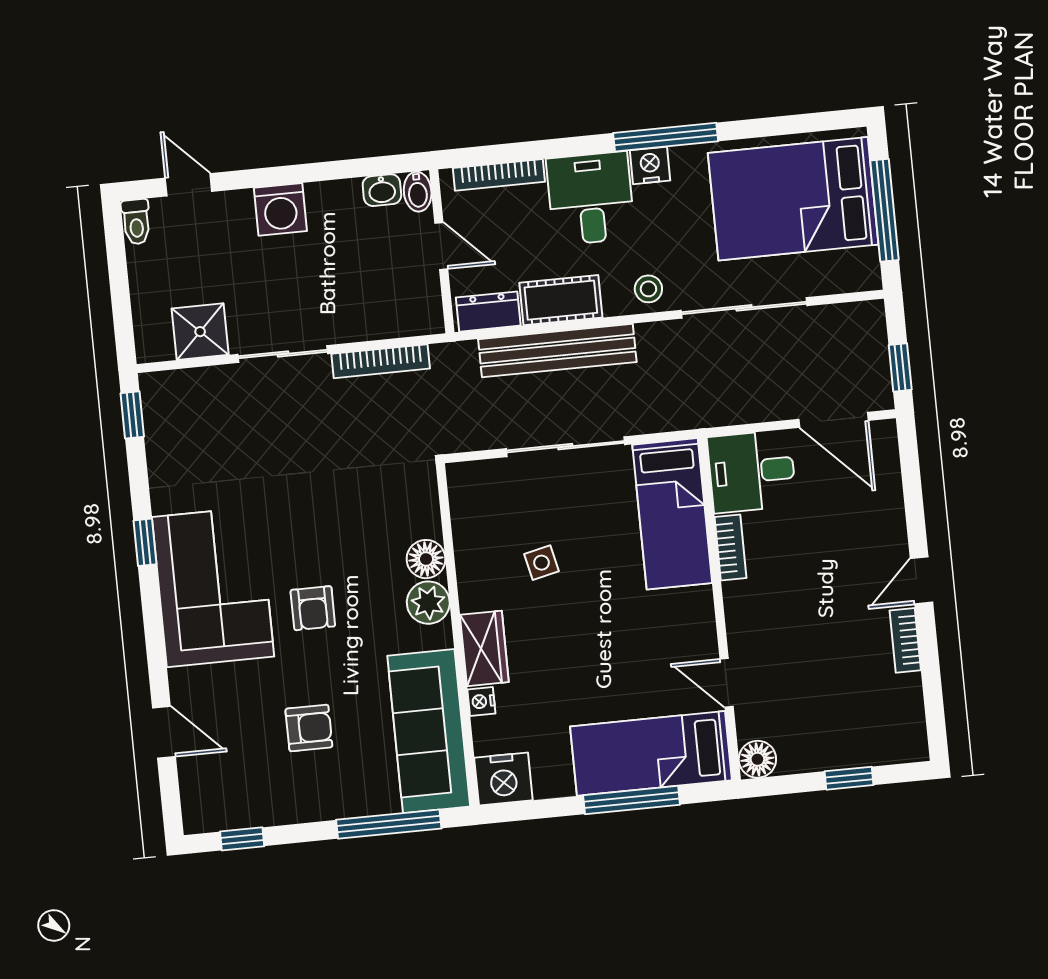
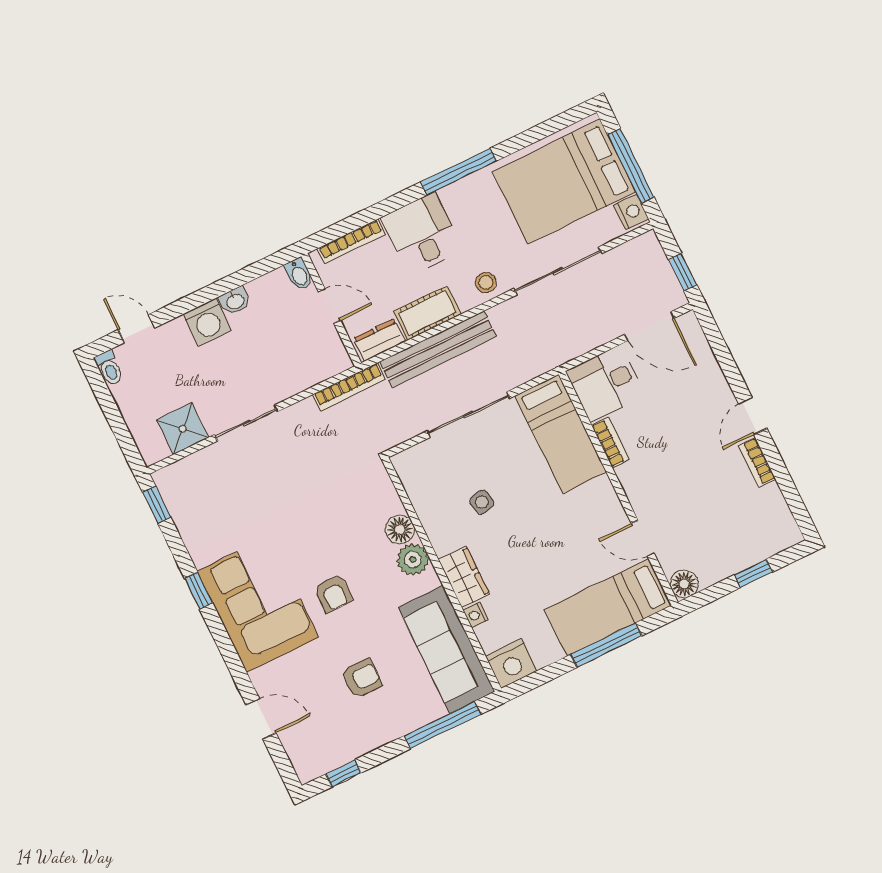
nightstand: (650, 165) -> (631, 212), moved, turned 90
washbasin: (382, 190) -> (235, 301), moved
bookcase: (381, 361) -> (349, 387), moved

